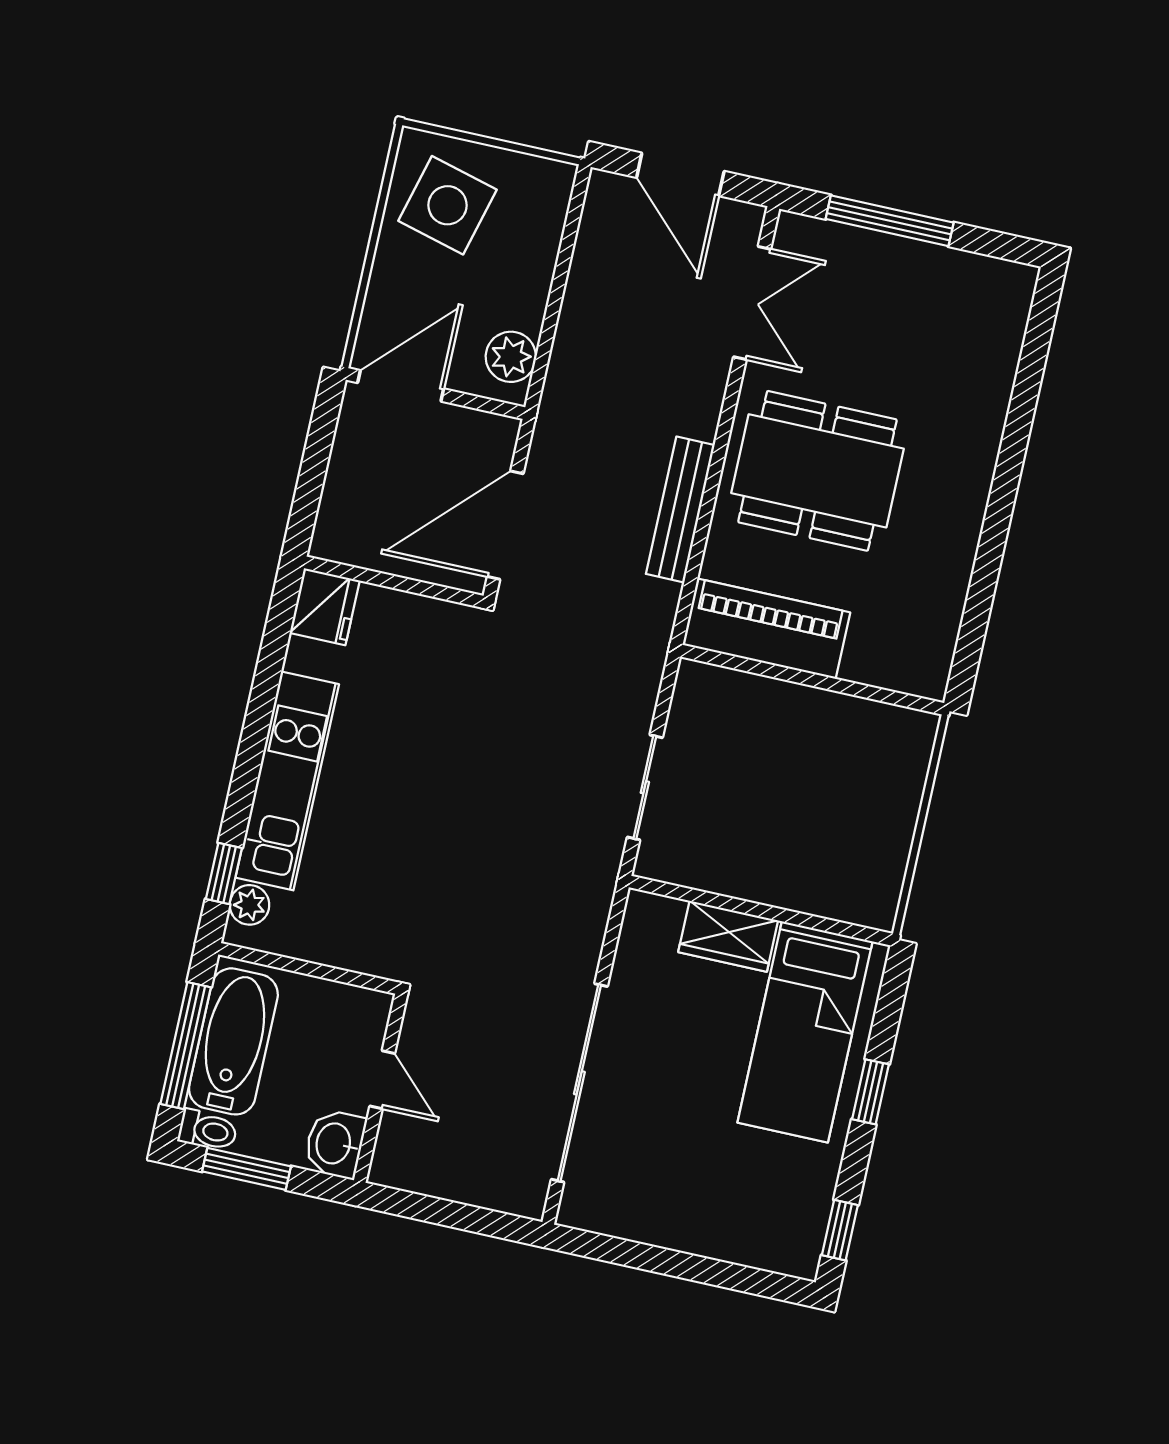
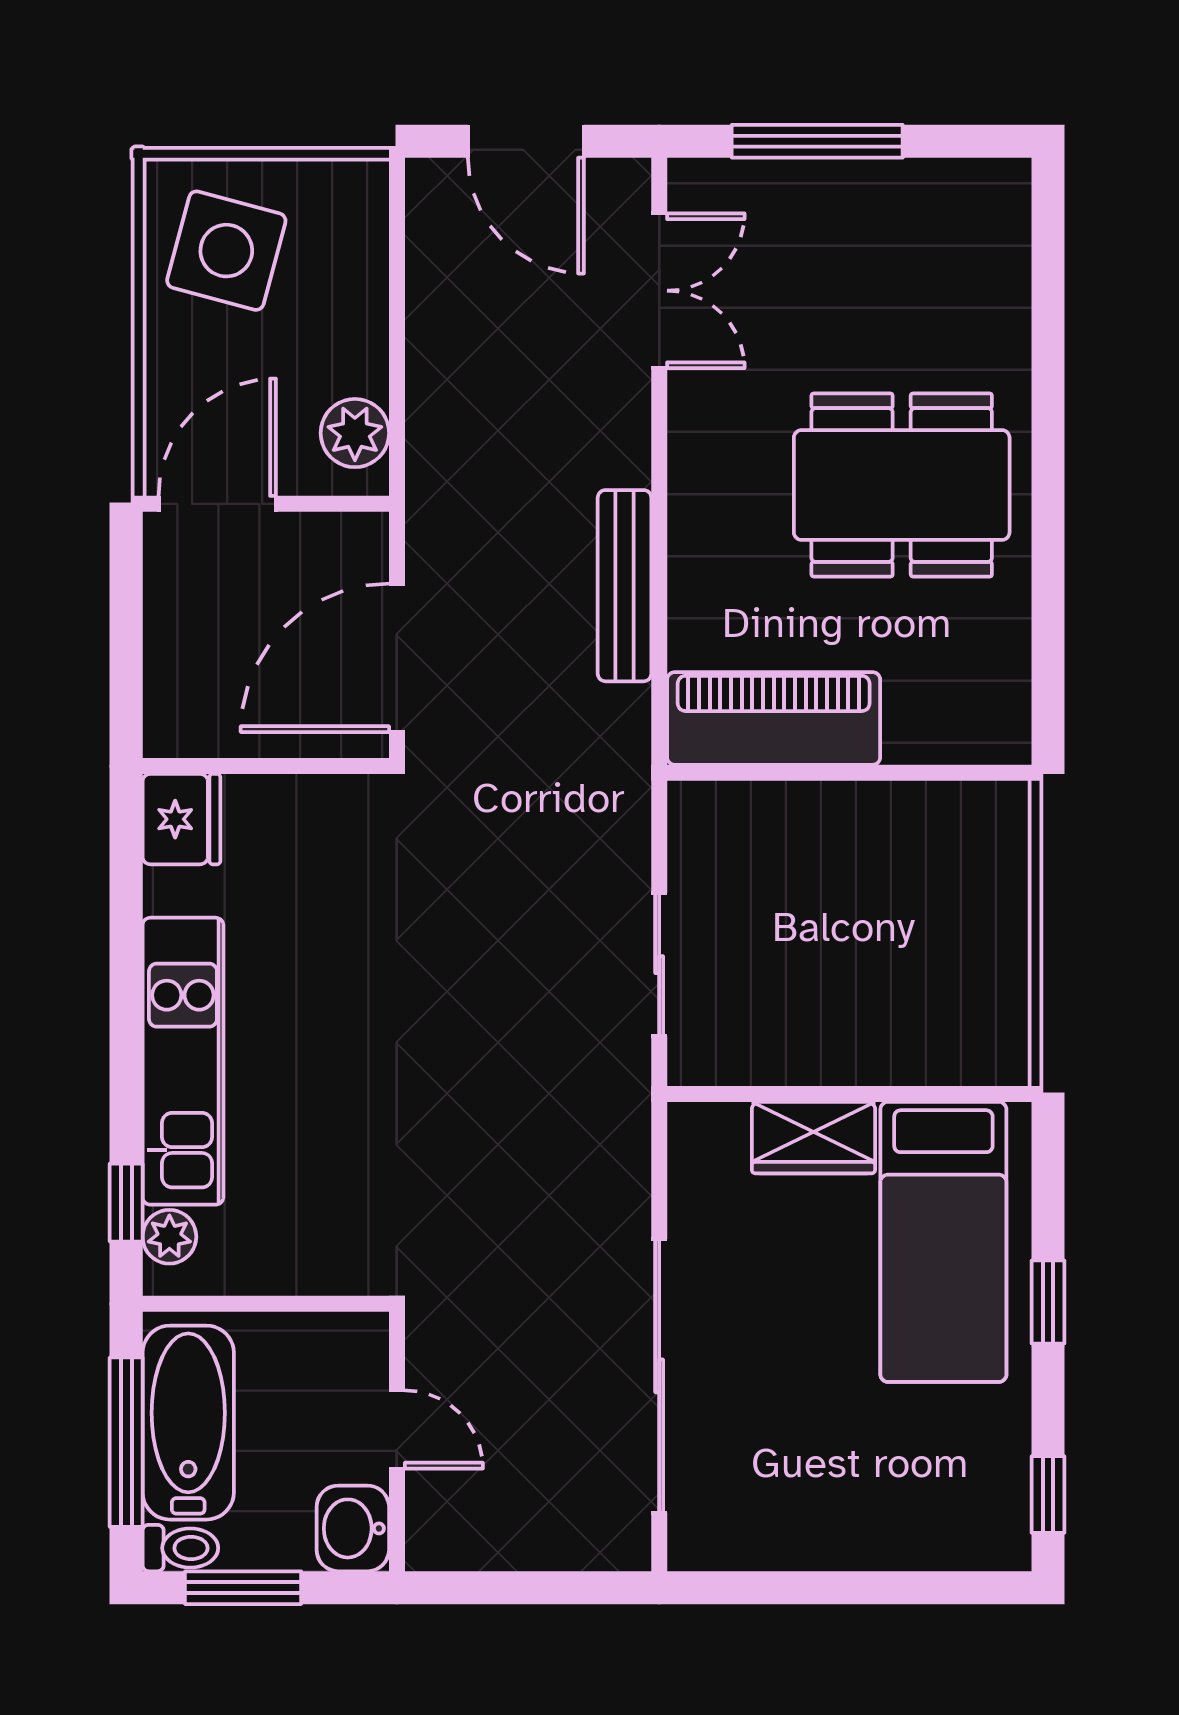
dining table: (817, 471) -> (902, 485), moved

